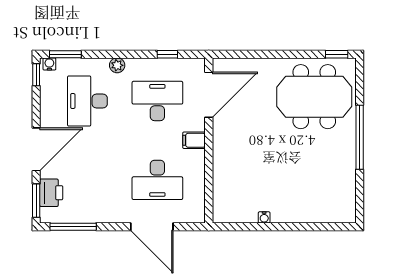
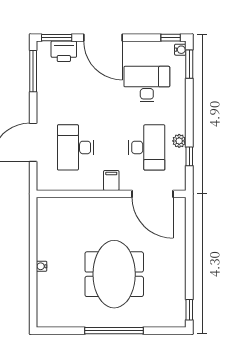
plant: (117, 65) -> (179, 141), moved
meeting table: (314, 97) -> (114, 274), moved
water cooler: (264, 217) -> (41, 266), moved

